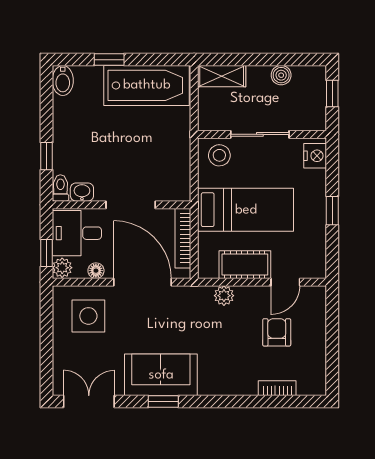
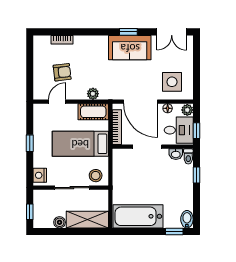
window: (109, 60) -> (174, 231), moved
shelving: (222, 76) -> (87, 220), width x1.50, depth x1.33
window: (46, 253) -> (196, 131), moved
cot: (245, 265) -> (93, 112), moved
armchair: (277, 332) -> (62, 72), turned -97

